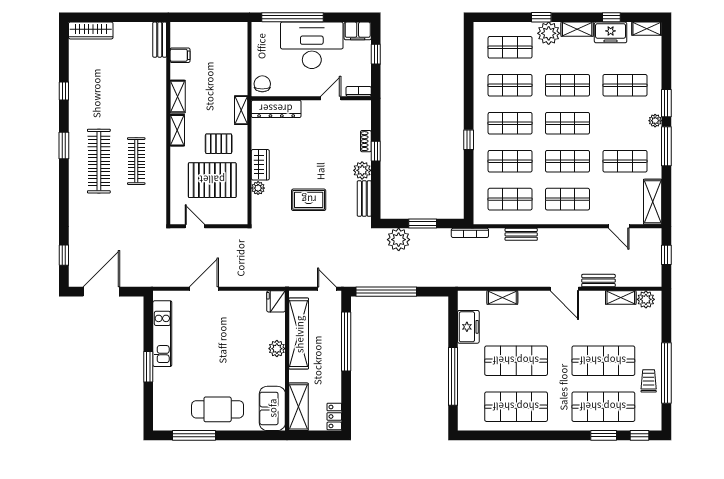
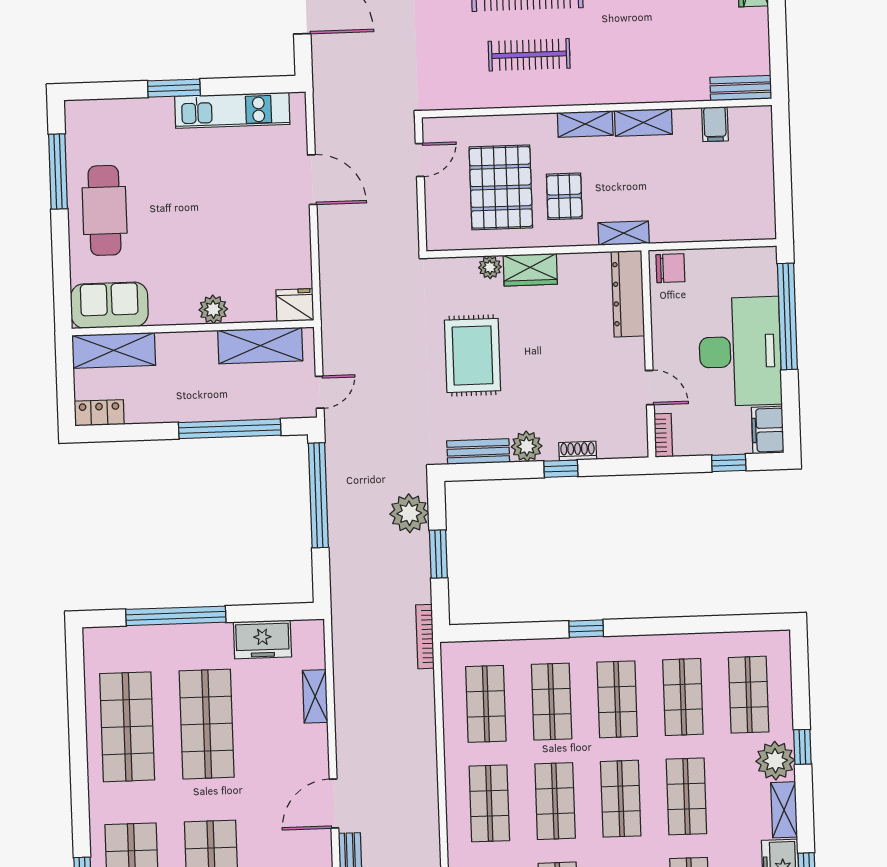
rug: (309, 200) -> (473, 355), width x1.36, depth x1.43
bench: (521, 234) -> (426, 725), removed
shelving: (299, 334) -> (260, 346), width x0.68

